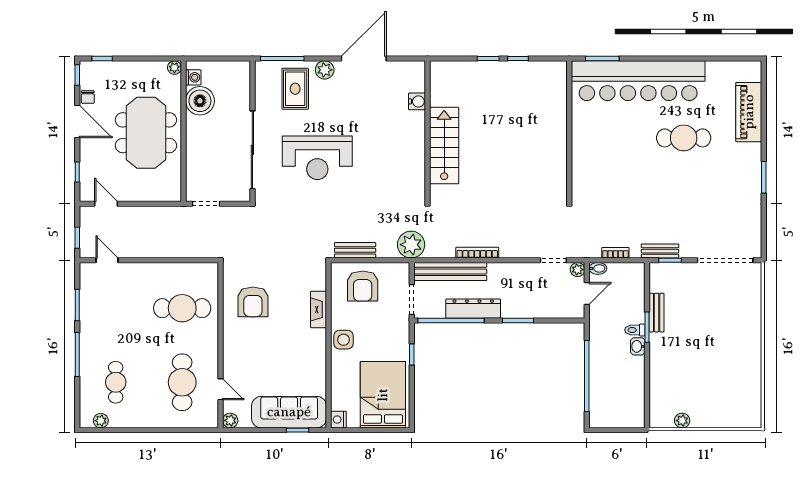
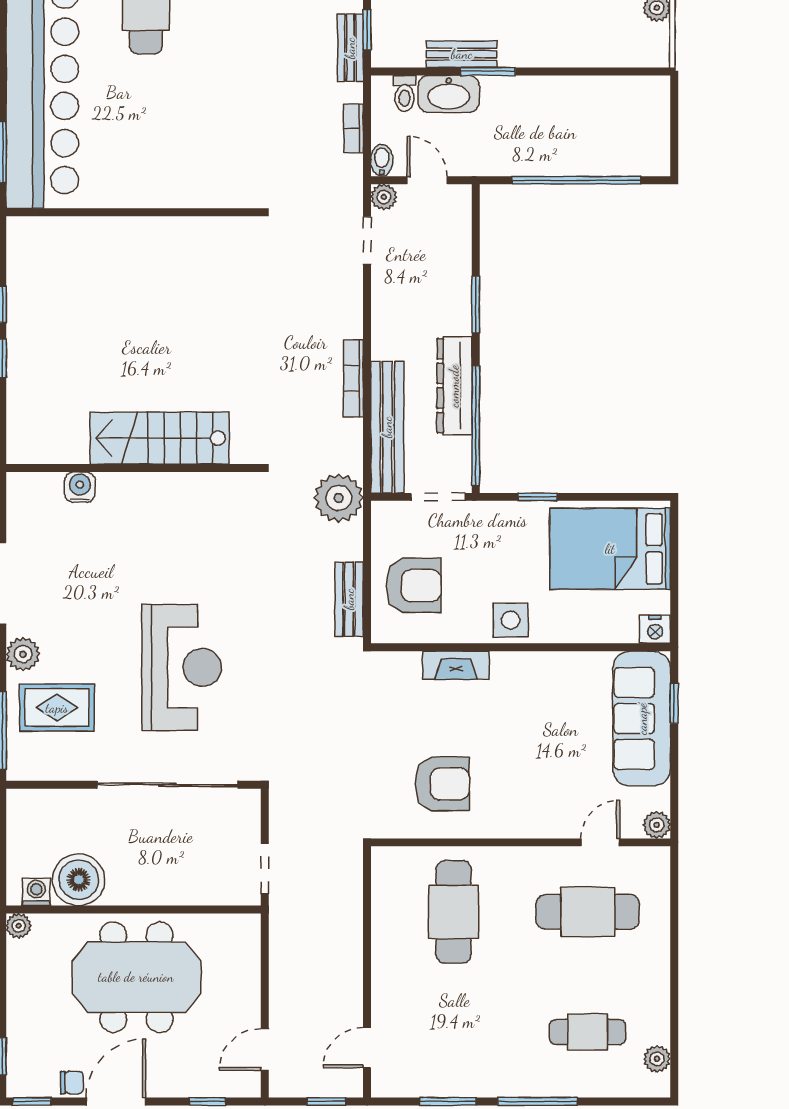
toilet: (635, 330) -> (404, 93), moved
washbasin: (638, 346) -> (449, 94), moved, width x1.91, depth x1.45

